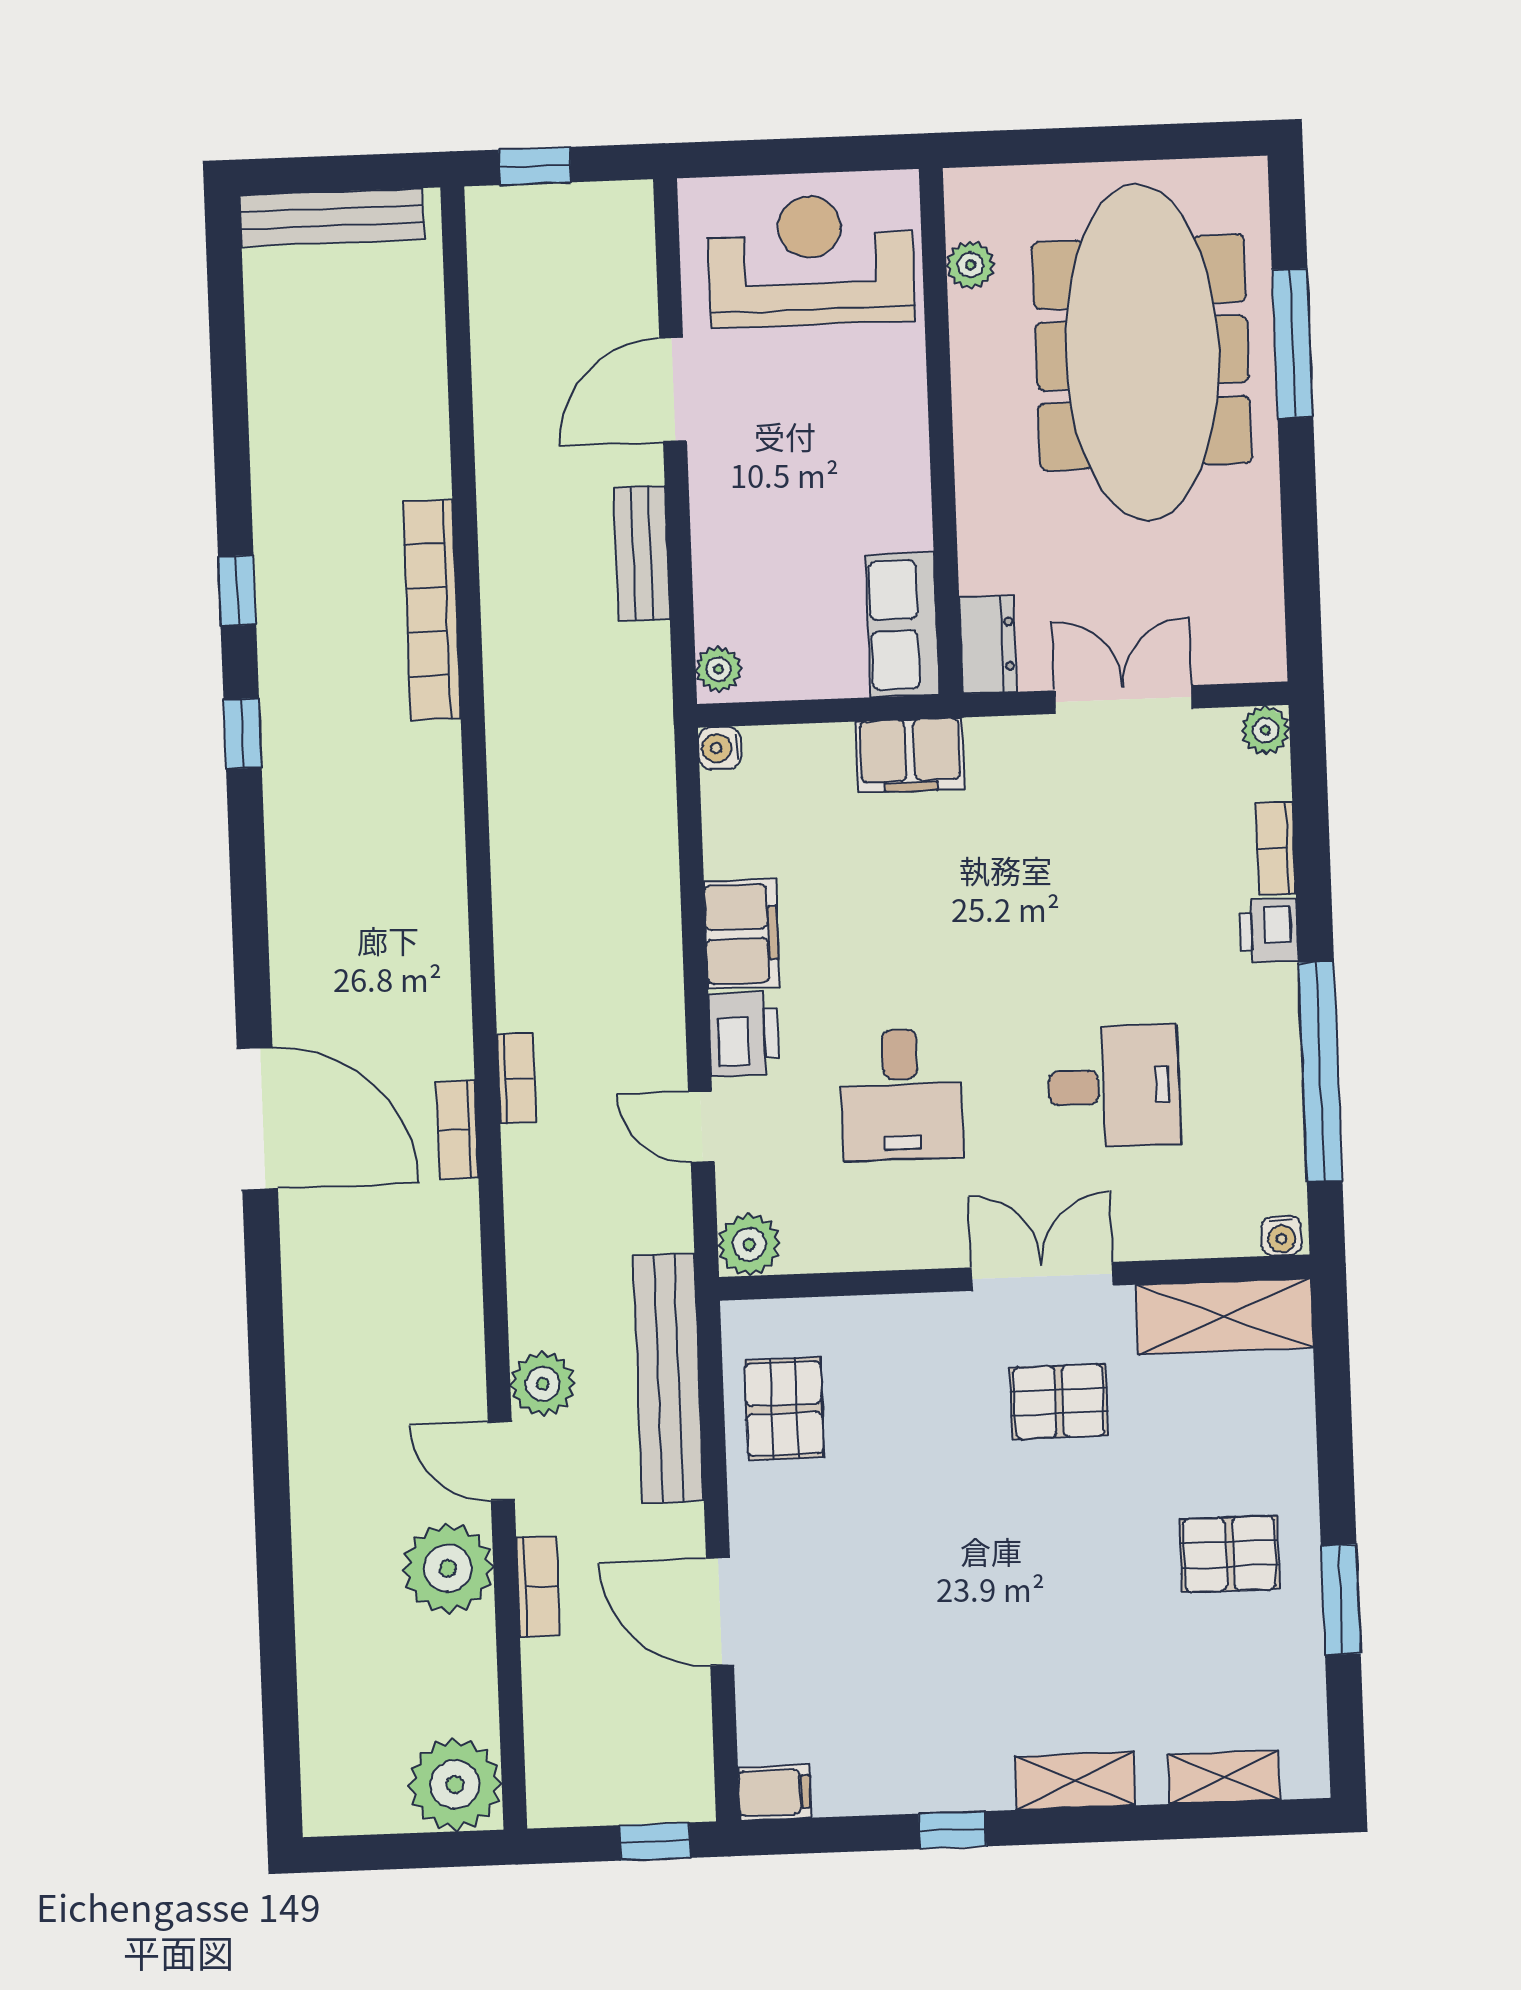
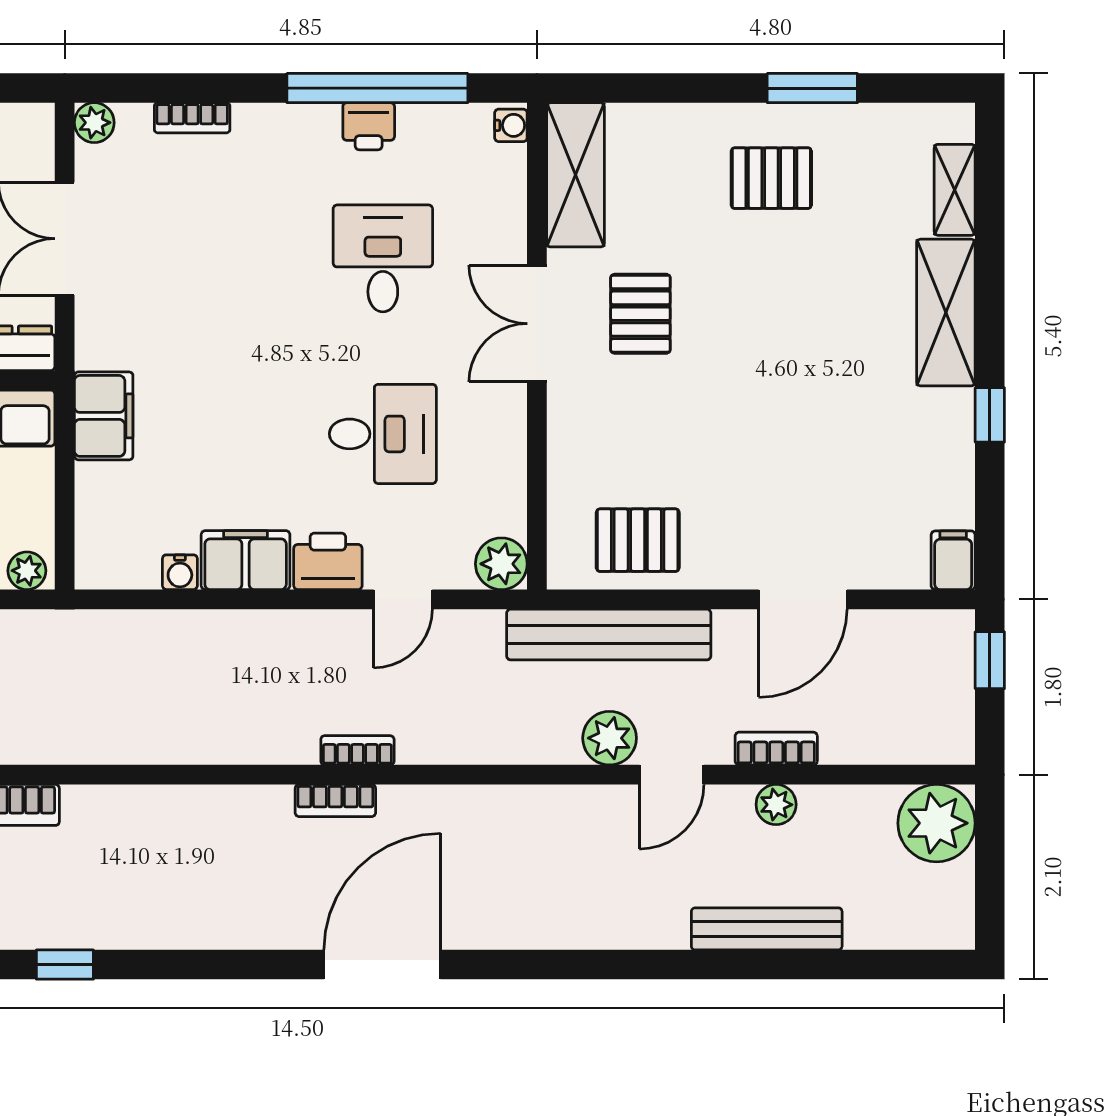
water cooler: (720, 748) -> (180, 572), moved
printer: (1269, 931) -> (369, 126), moved
bookcase: (457, 1130) -> (335, 801), moved
pallet: (1230, 1554) -> (771, 178), turned 90
plant: (448, 1568) -> (776, 805), width x0.53, depth x0.53
bench: (319, 1583) -> (767, 929), added
shelving: (1075, 1781) -> (946, 313), width x1.50, depth x1.33

